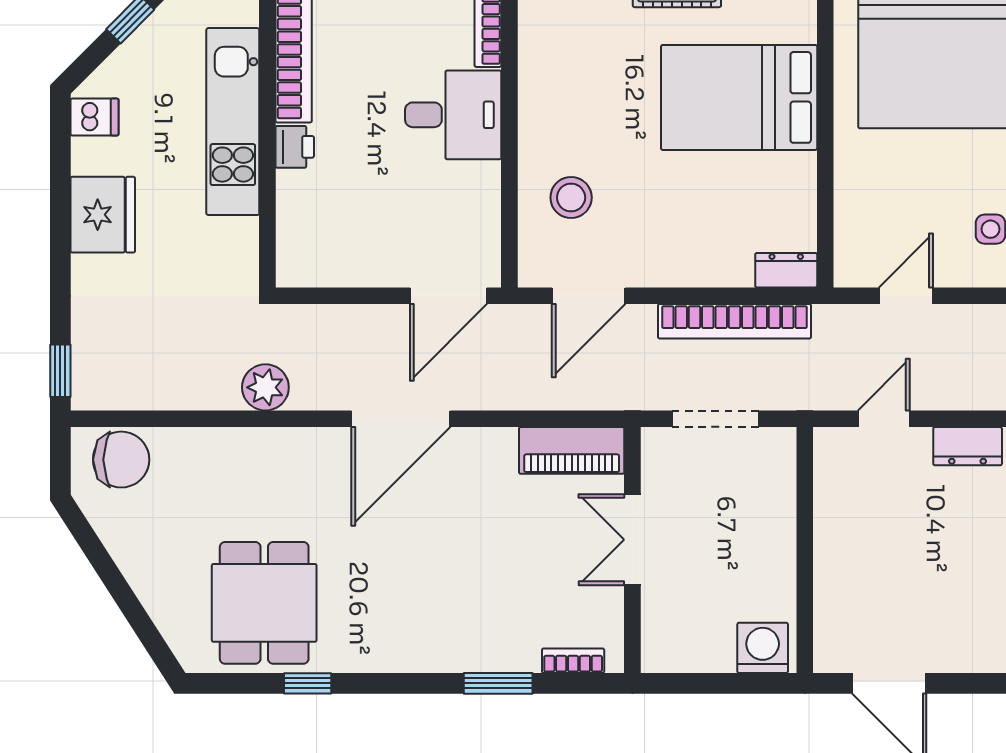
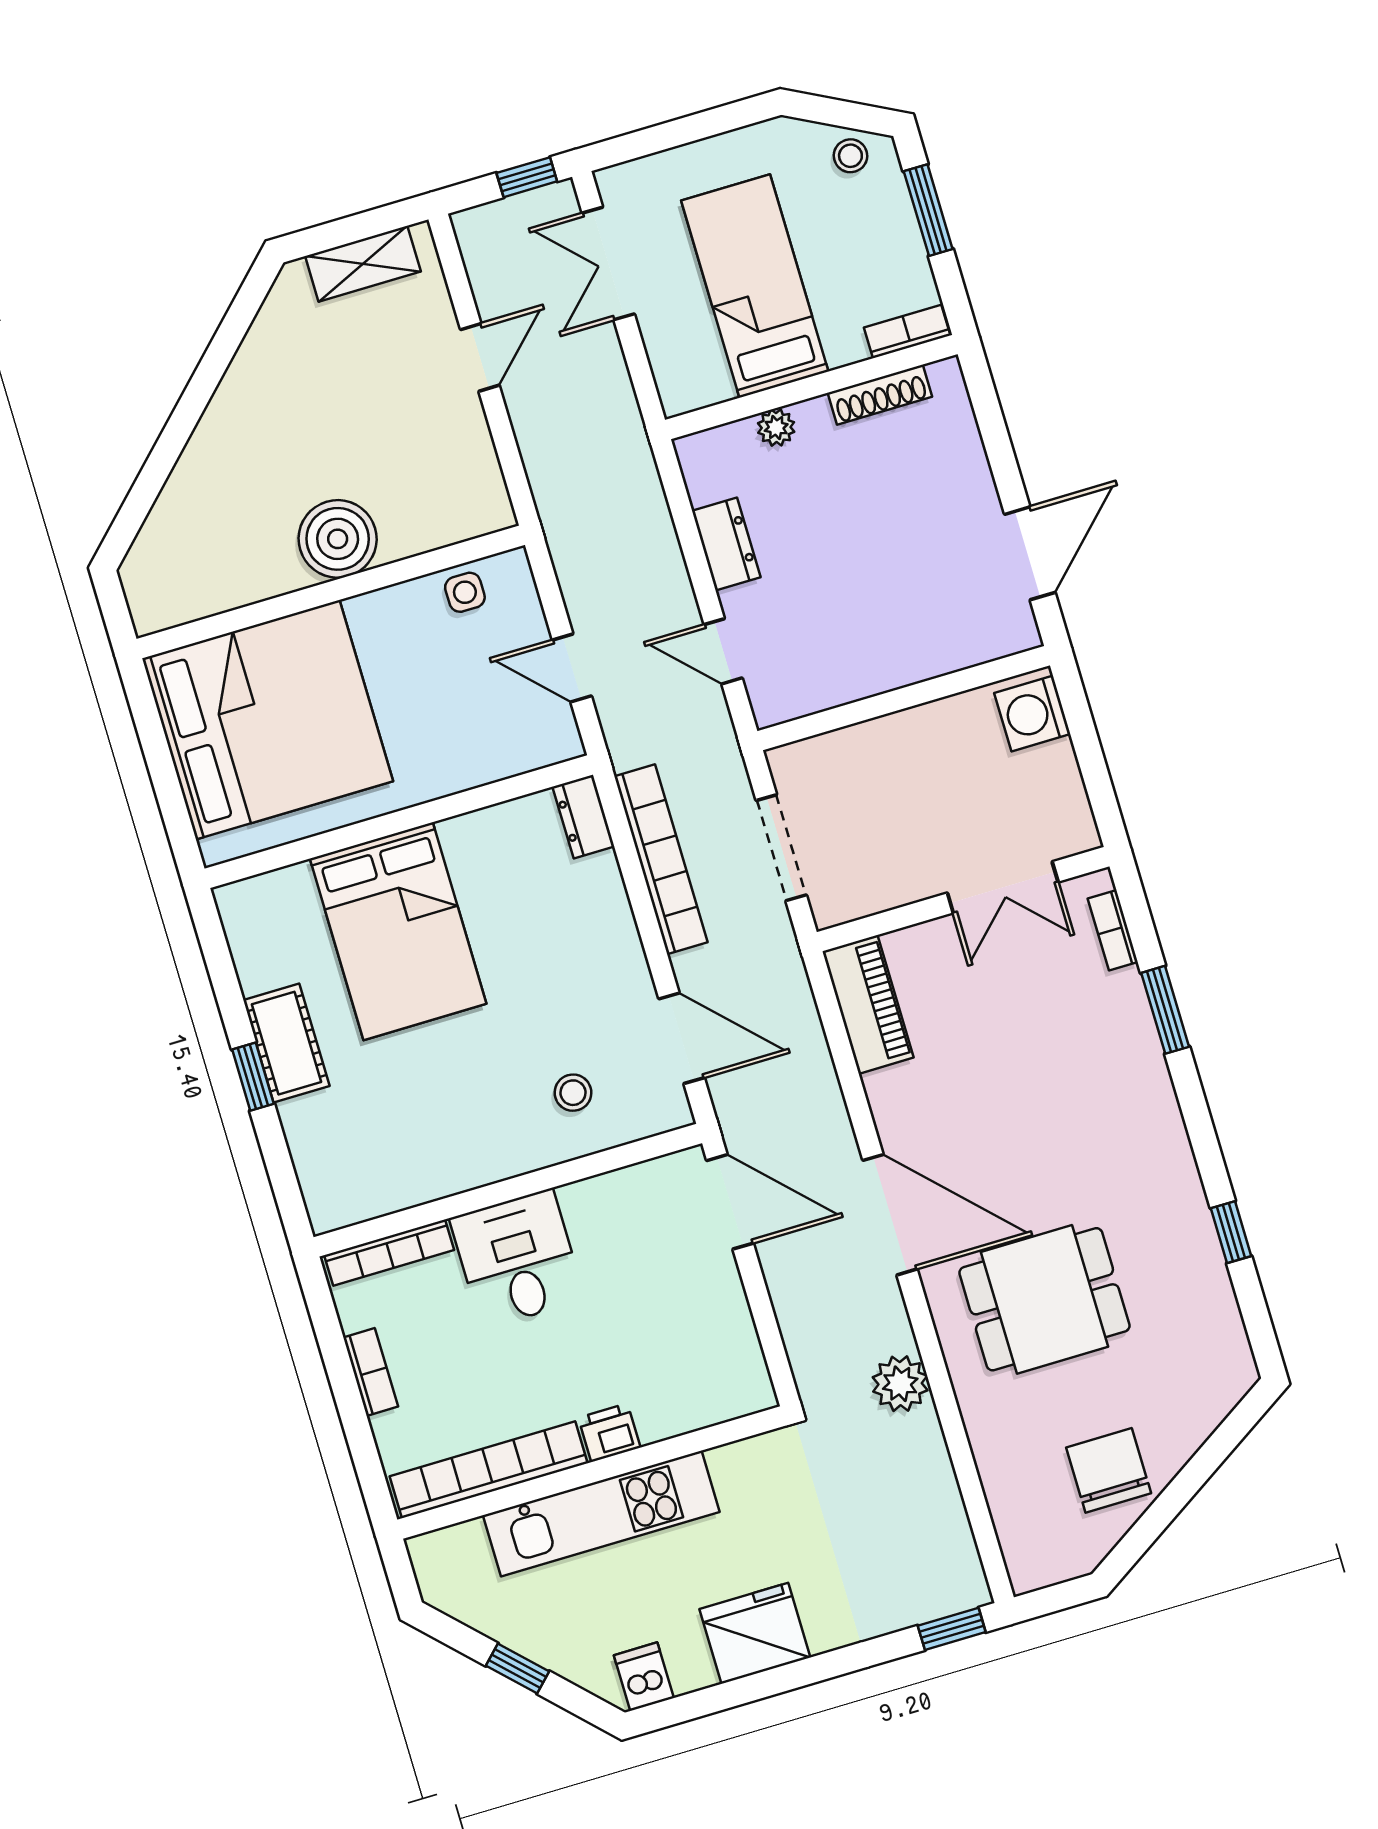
stool: (571, 198) -> (573, 1093), width x0.73, depth x0.73
chair: (121, 460) -> (1109, 1470), moved
double door: (632, 540) -> (1003, 887), moved
dining table: (264, 603) -> (1044, 1299), moved

